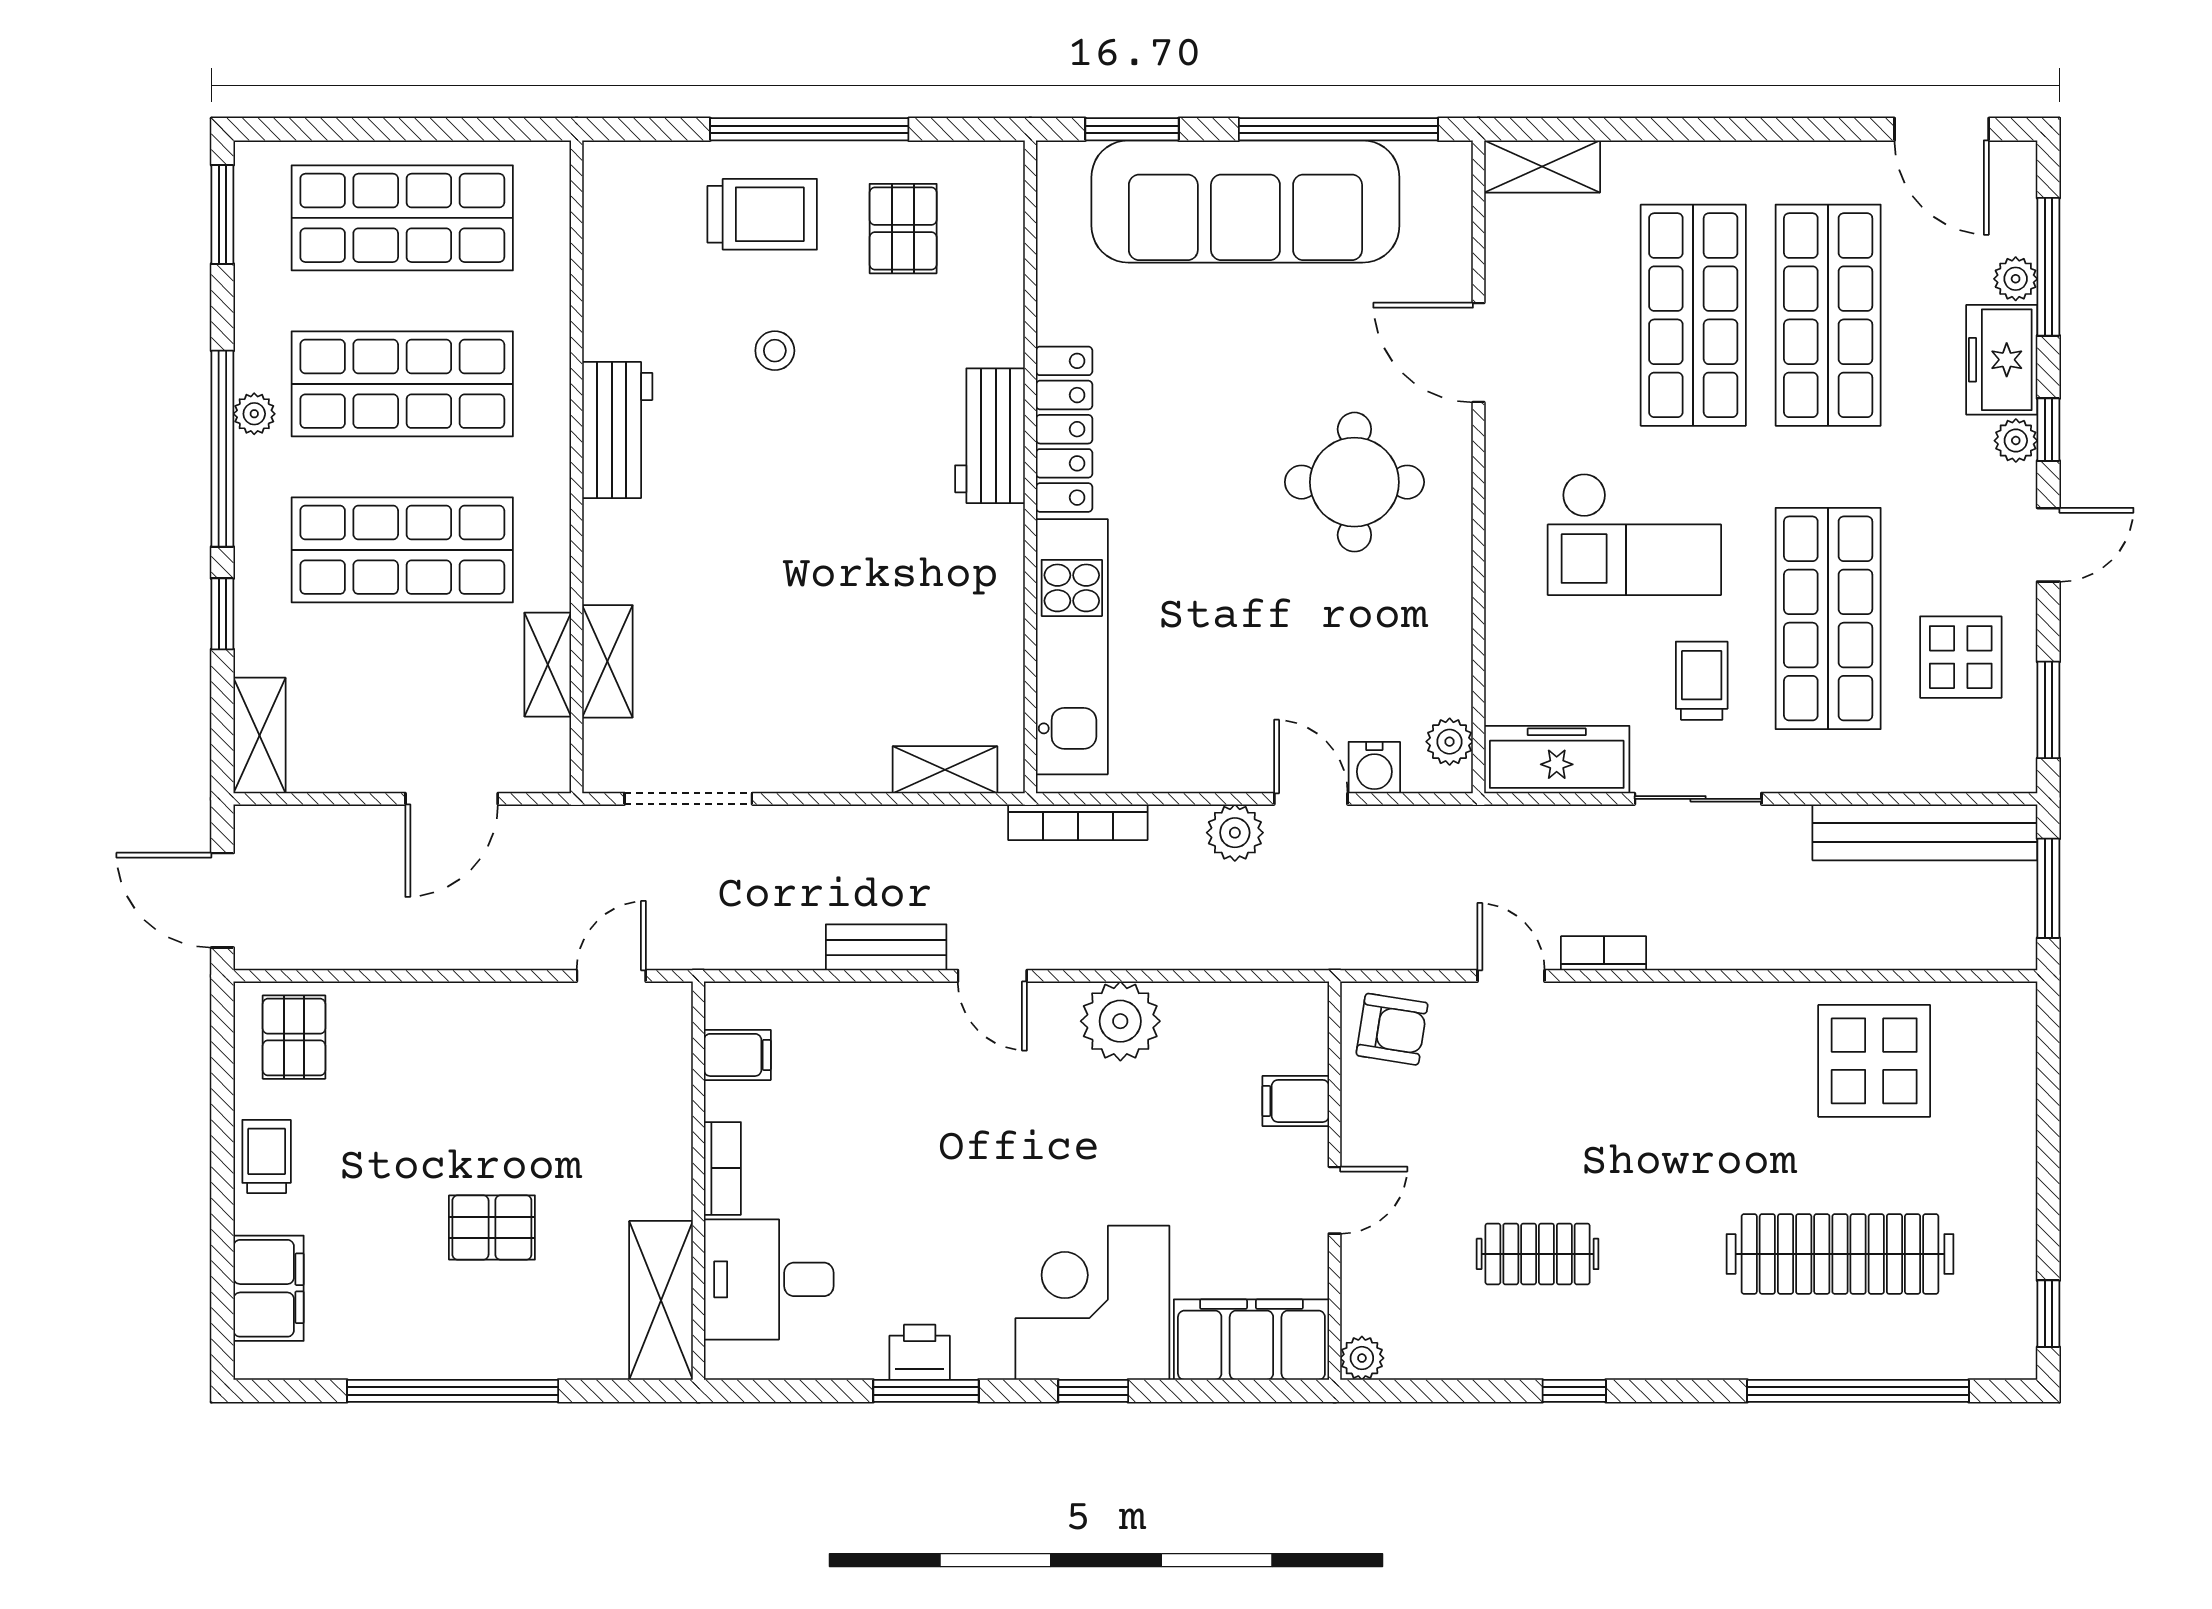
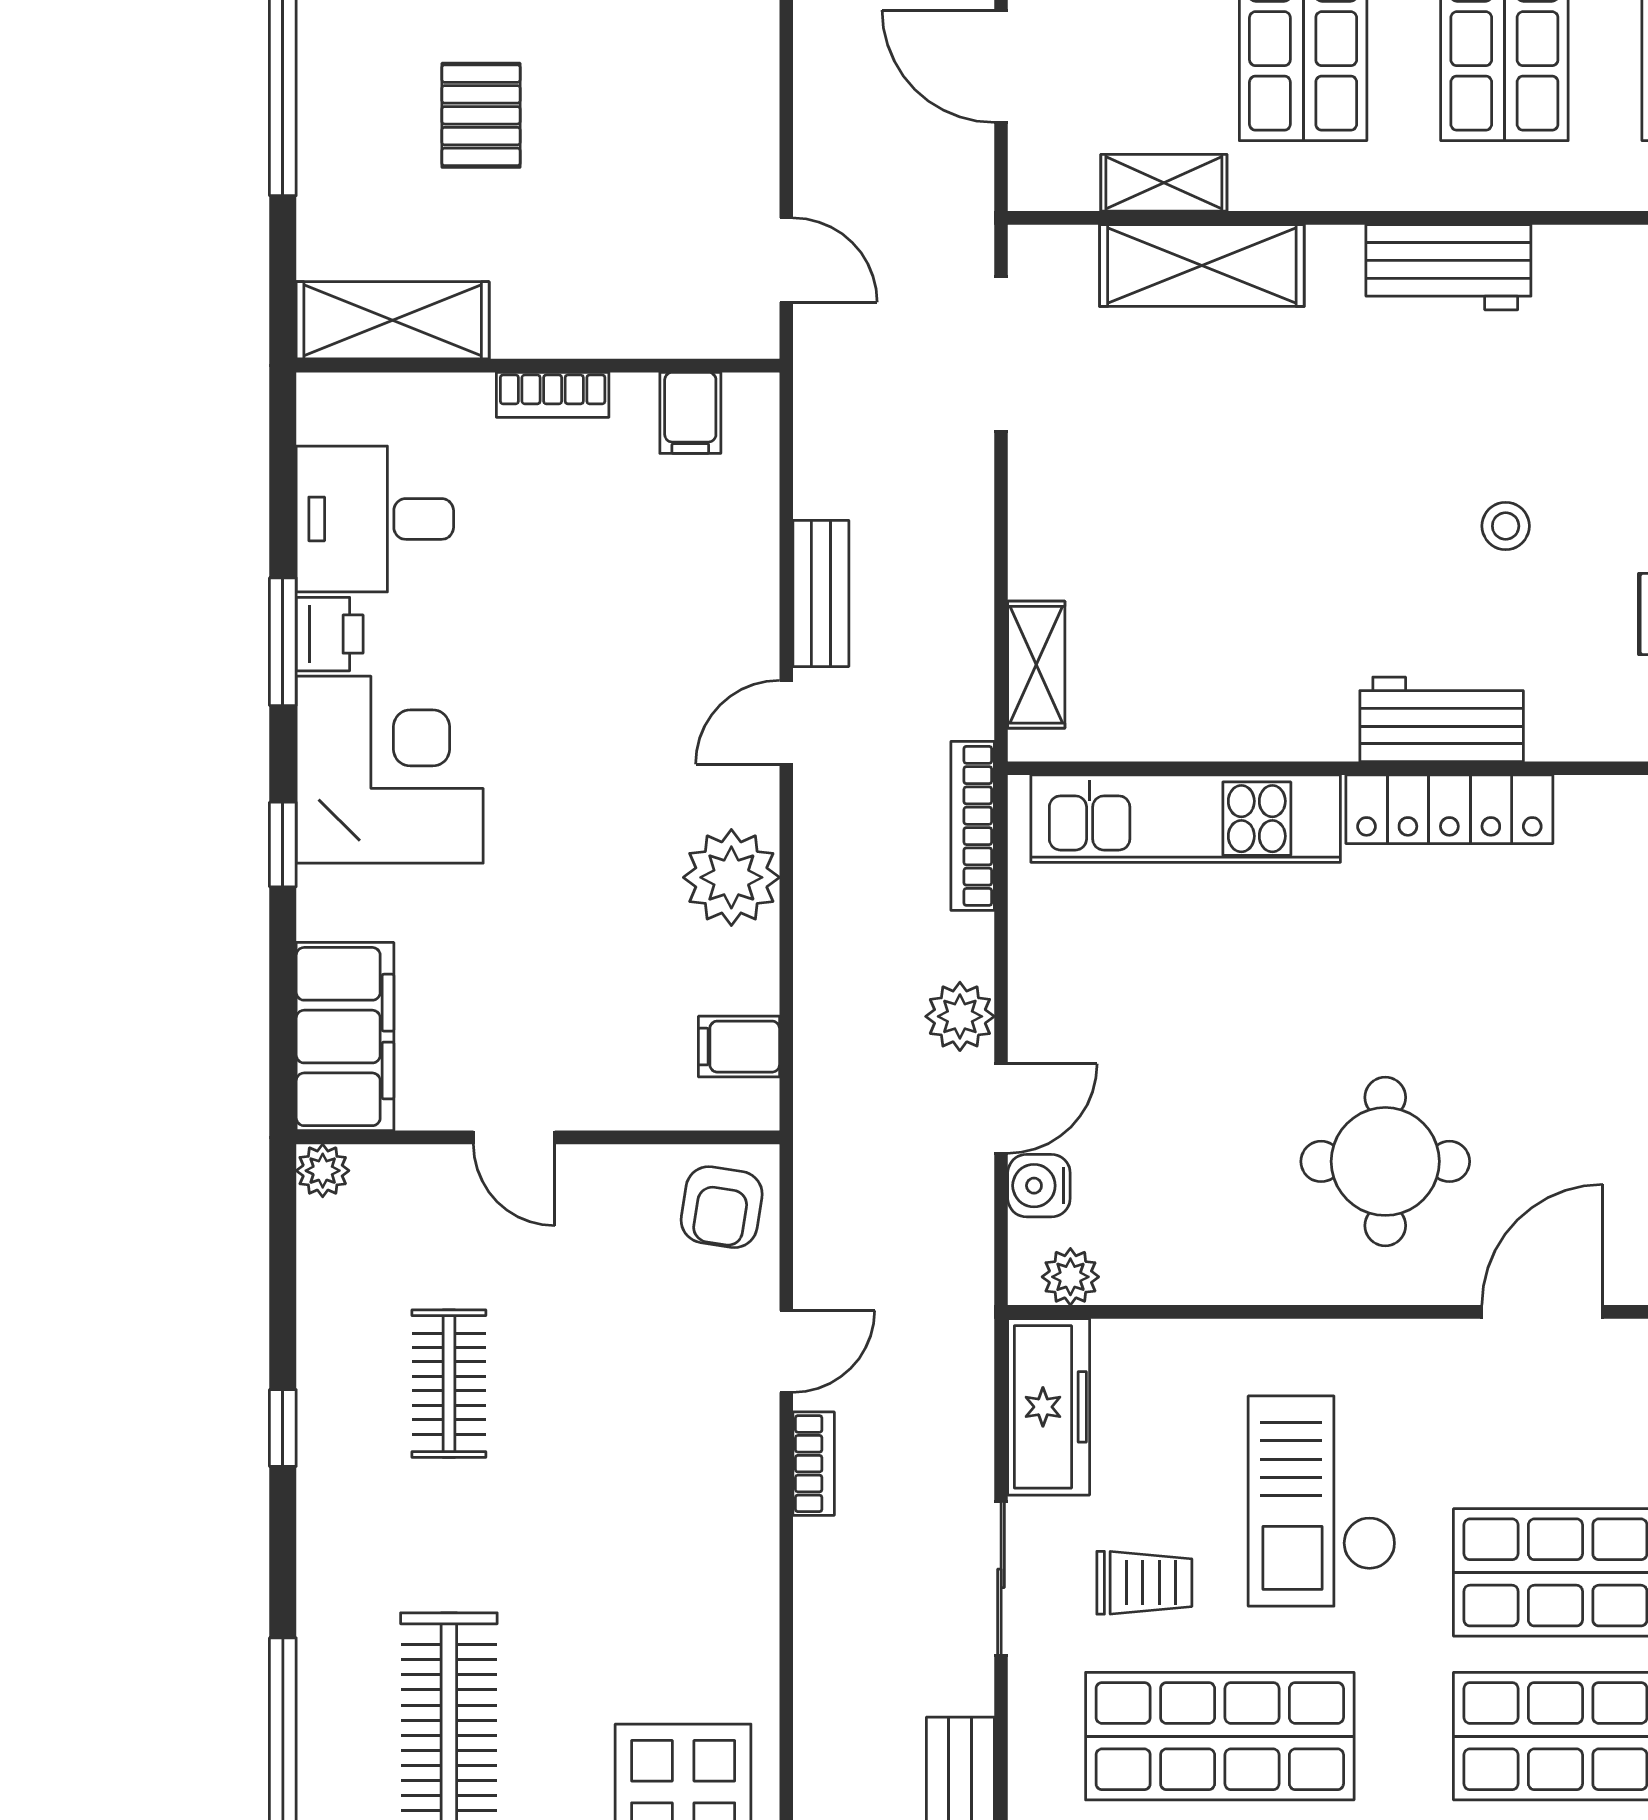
stool: (775, 351) -> (1506, 526), moved
shelving: (607, 661) -> (1202, 266), width x1.50, depth x1.33
filing cabinet: (1296, 1101) -> (739, 1047), moved, turned -90
desk: (769, 1279) -> (375, 519), moved, turned -90
corner desk: (1092, 1303) -> (390, 770), moved

